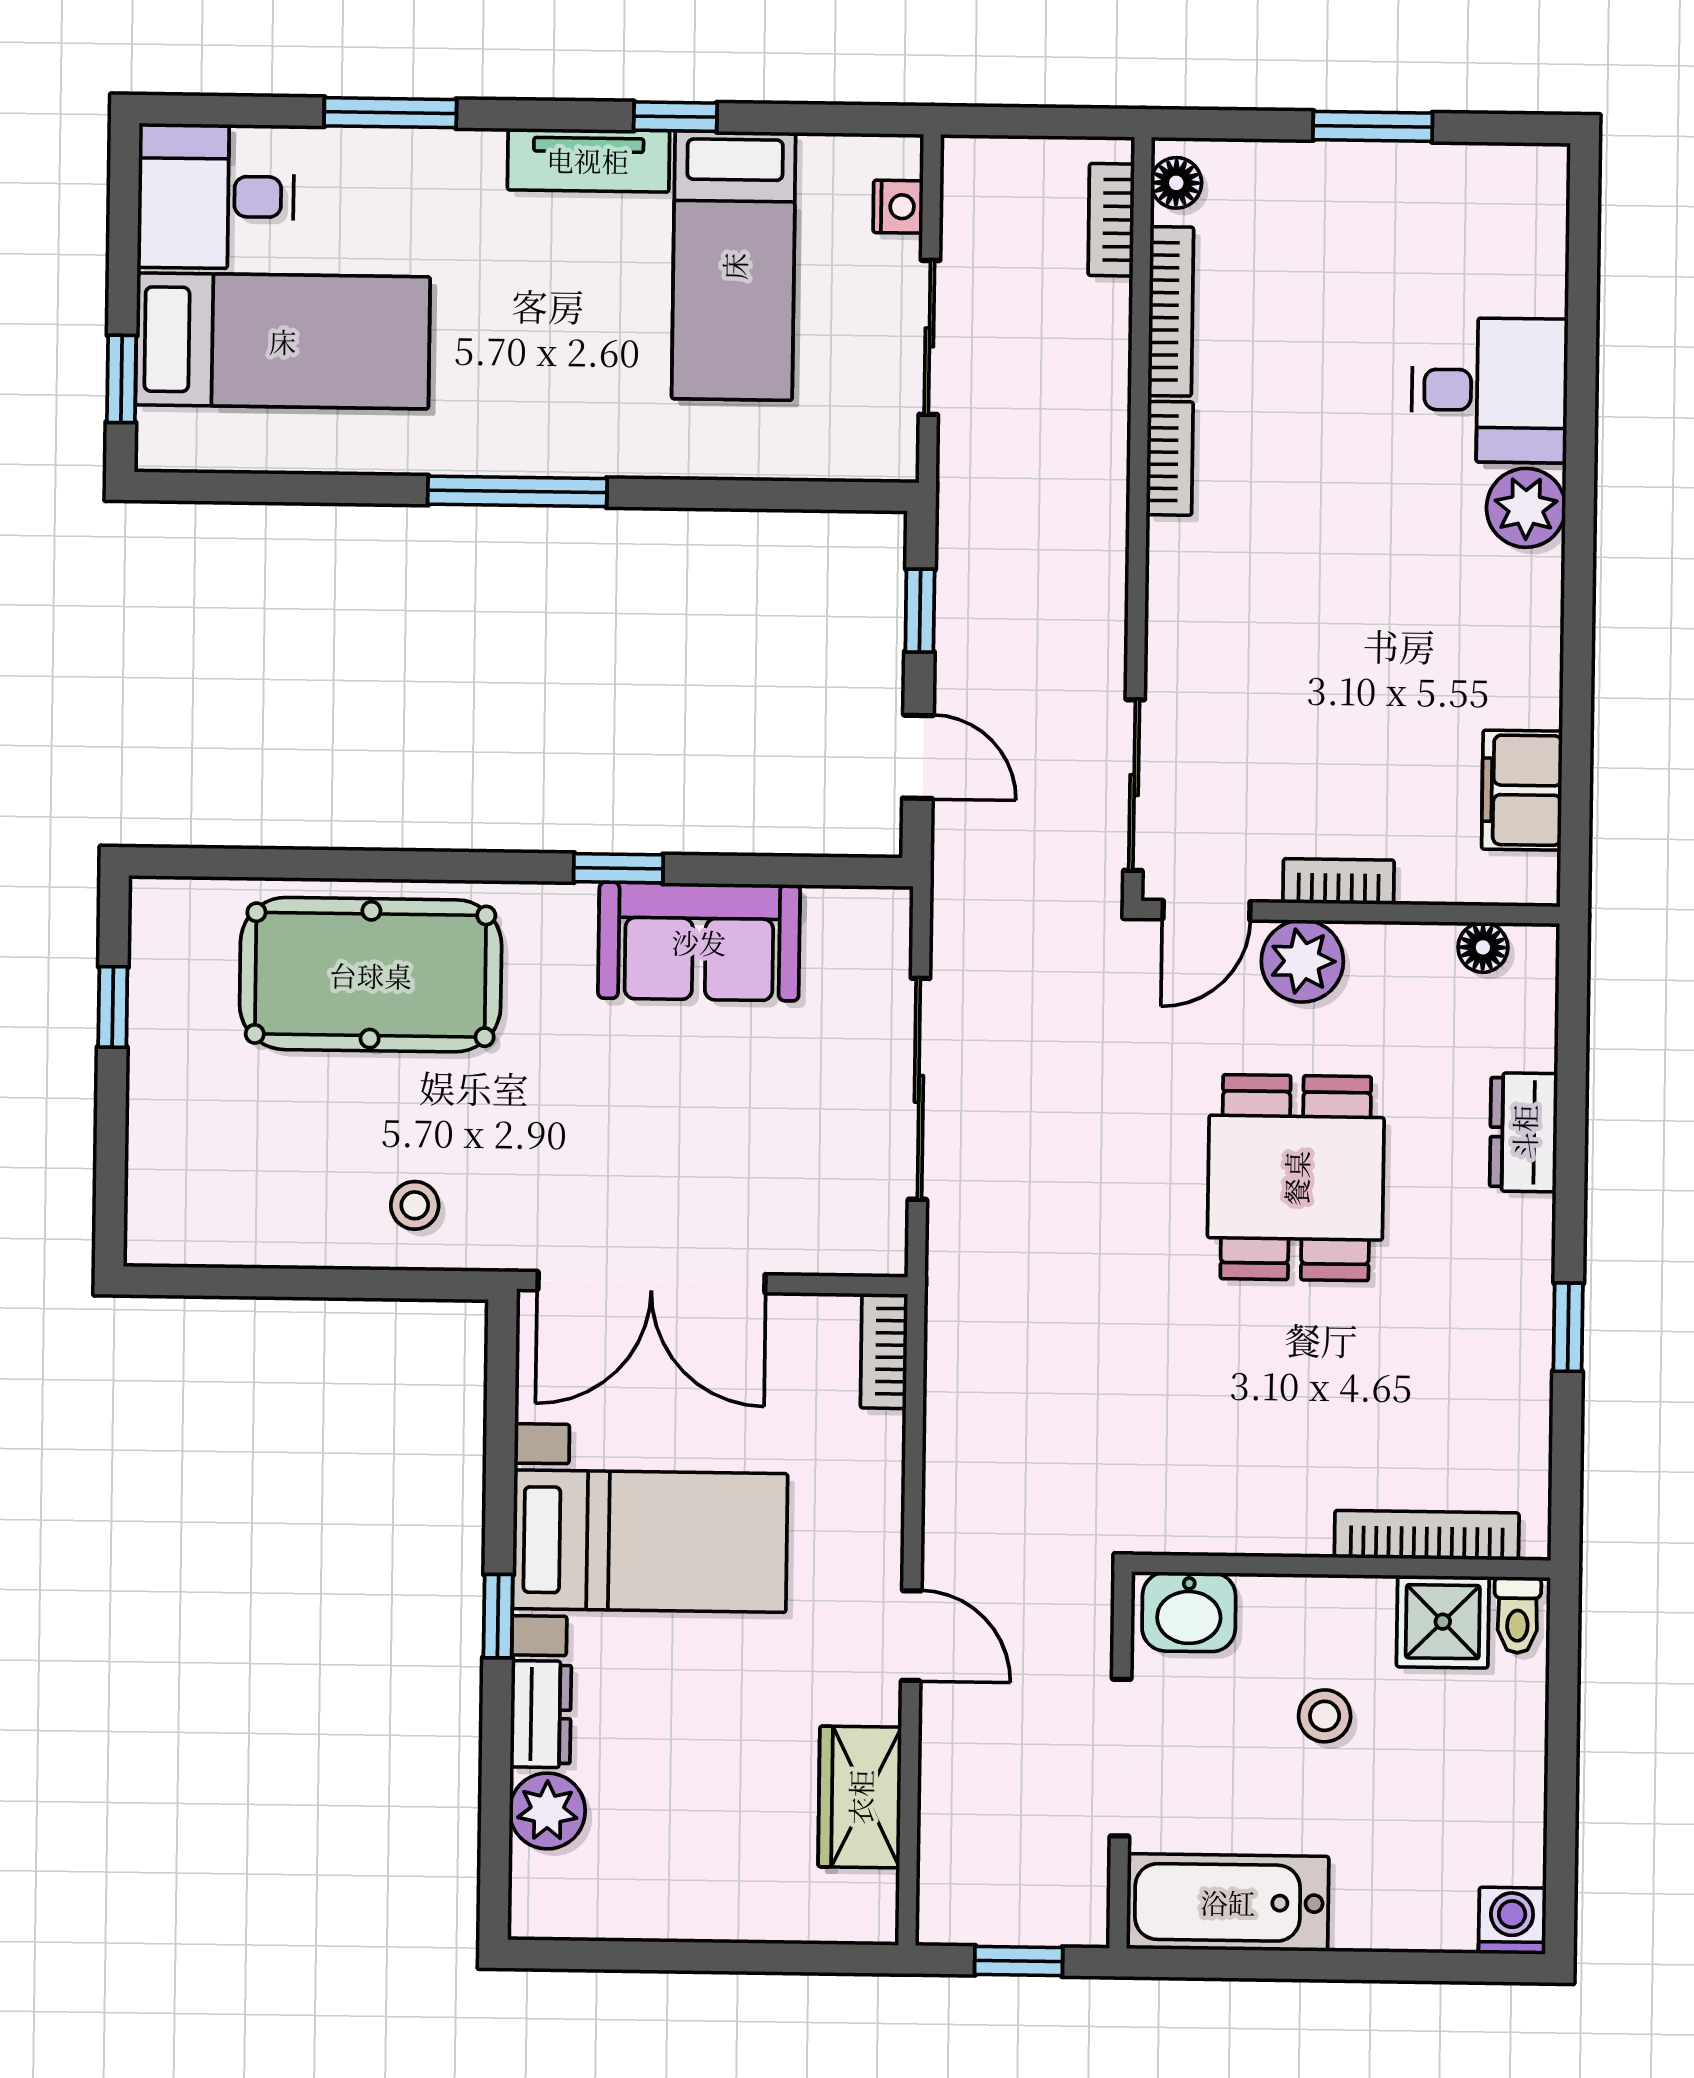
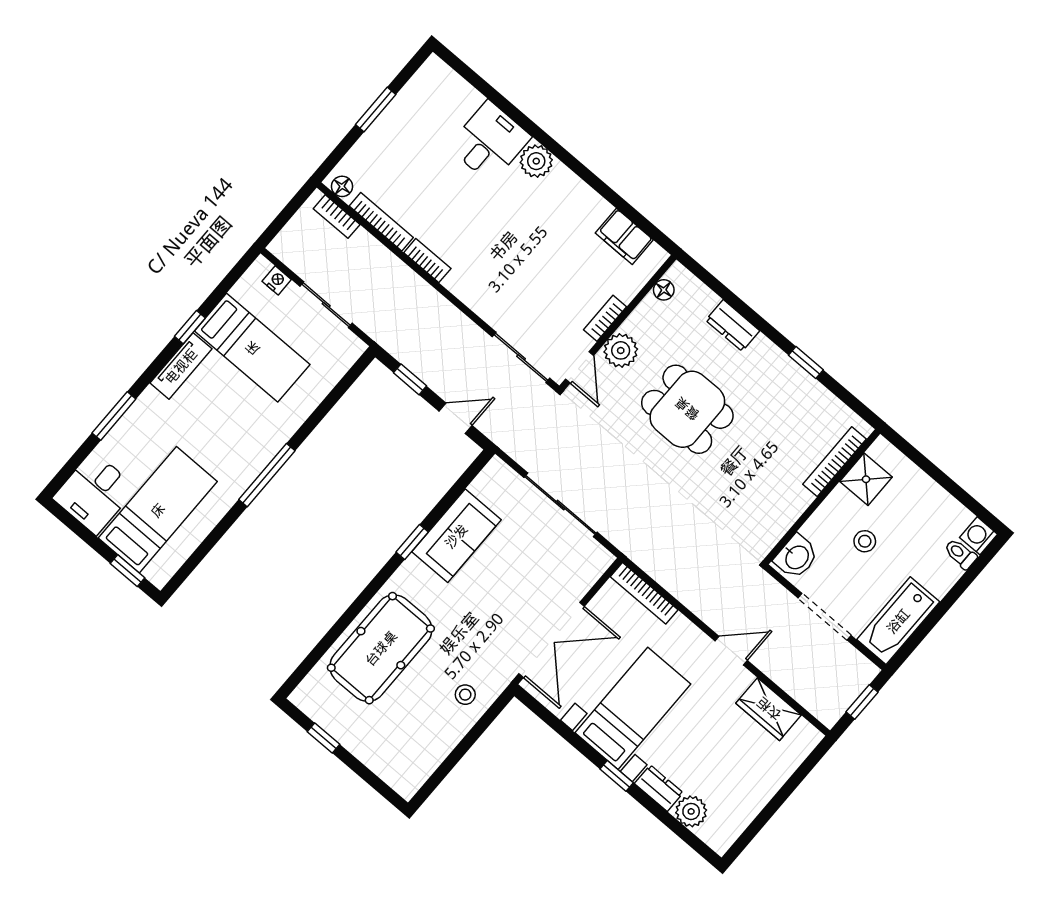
bookcase: (884, 1351) -> (644, 593), width x1.56
toilet: (1518, 1615) -> (960, 554), moved, turned 180

